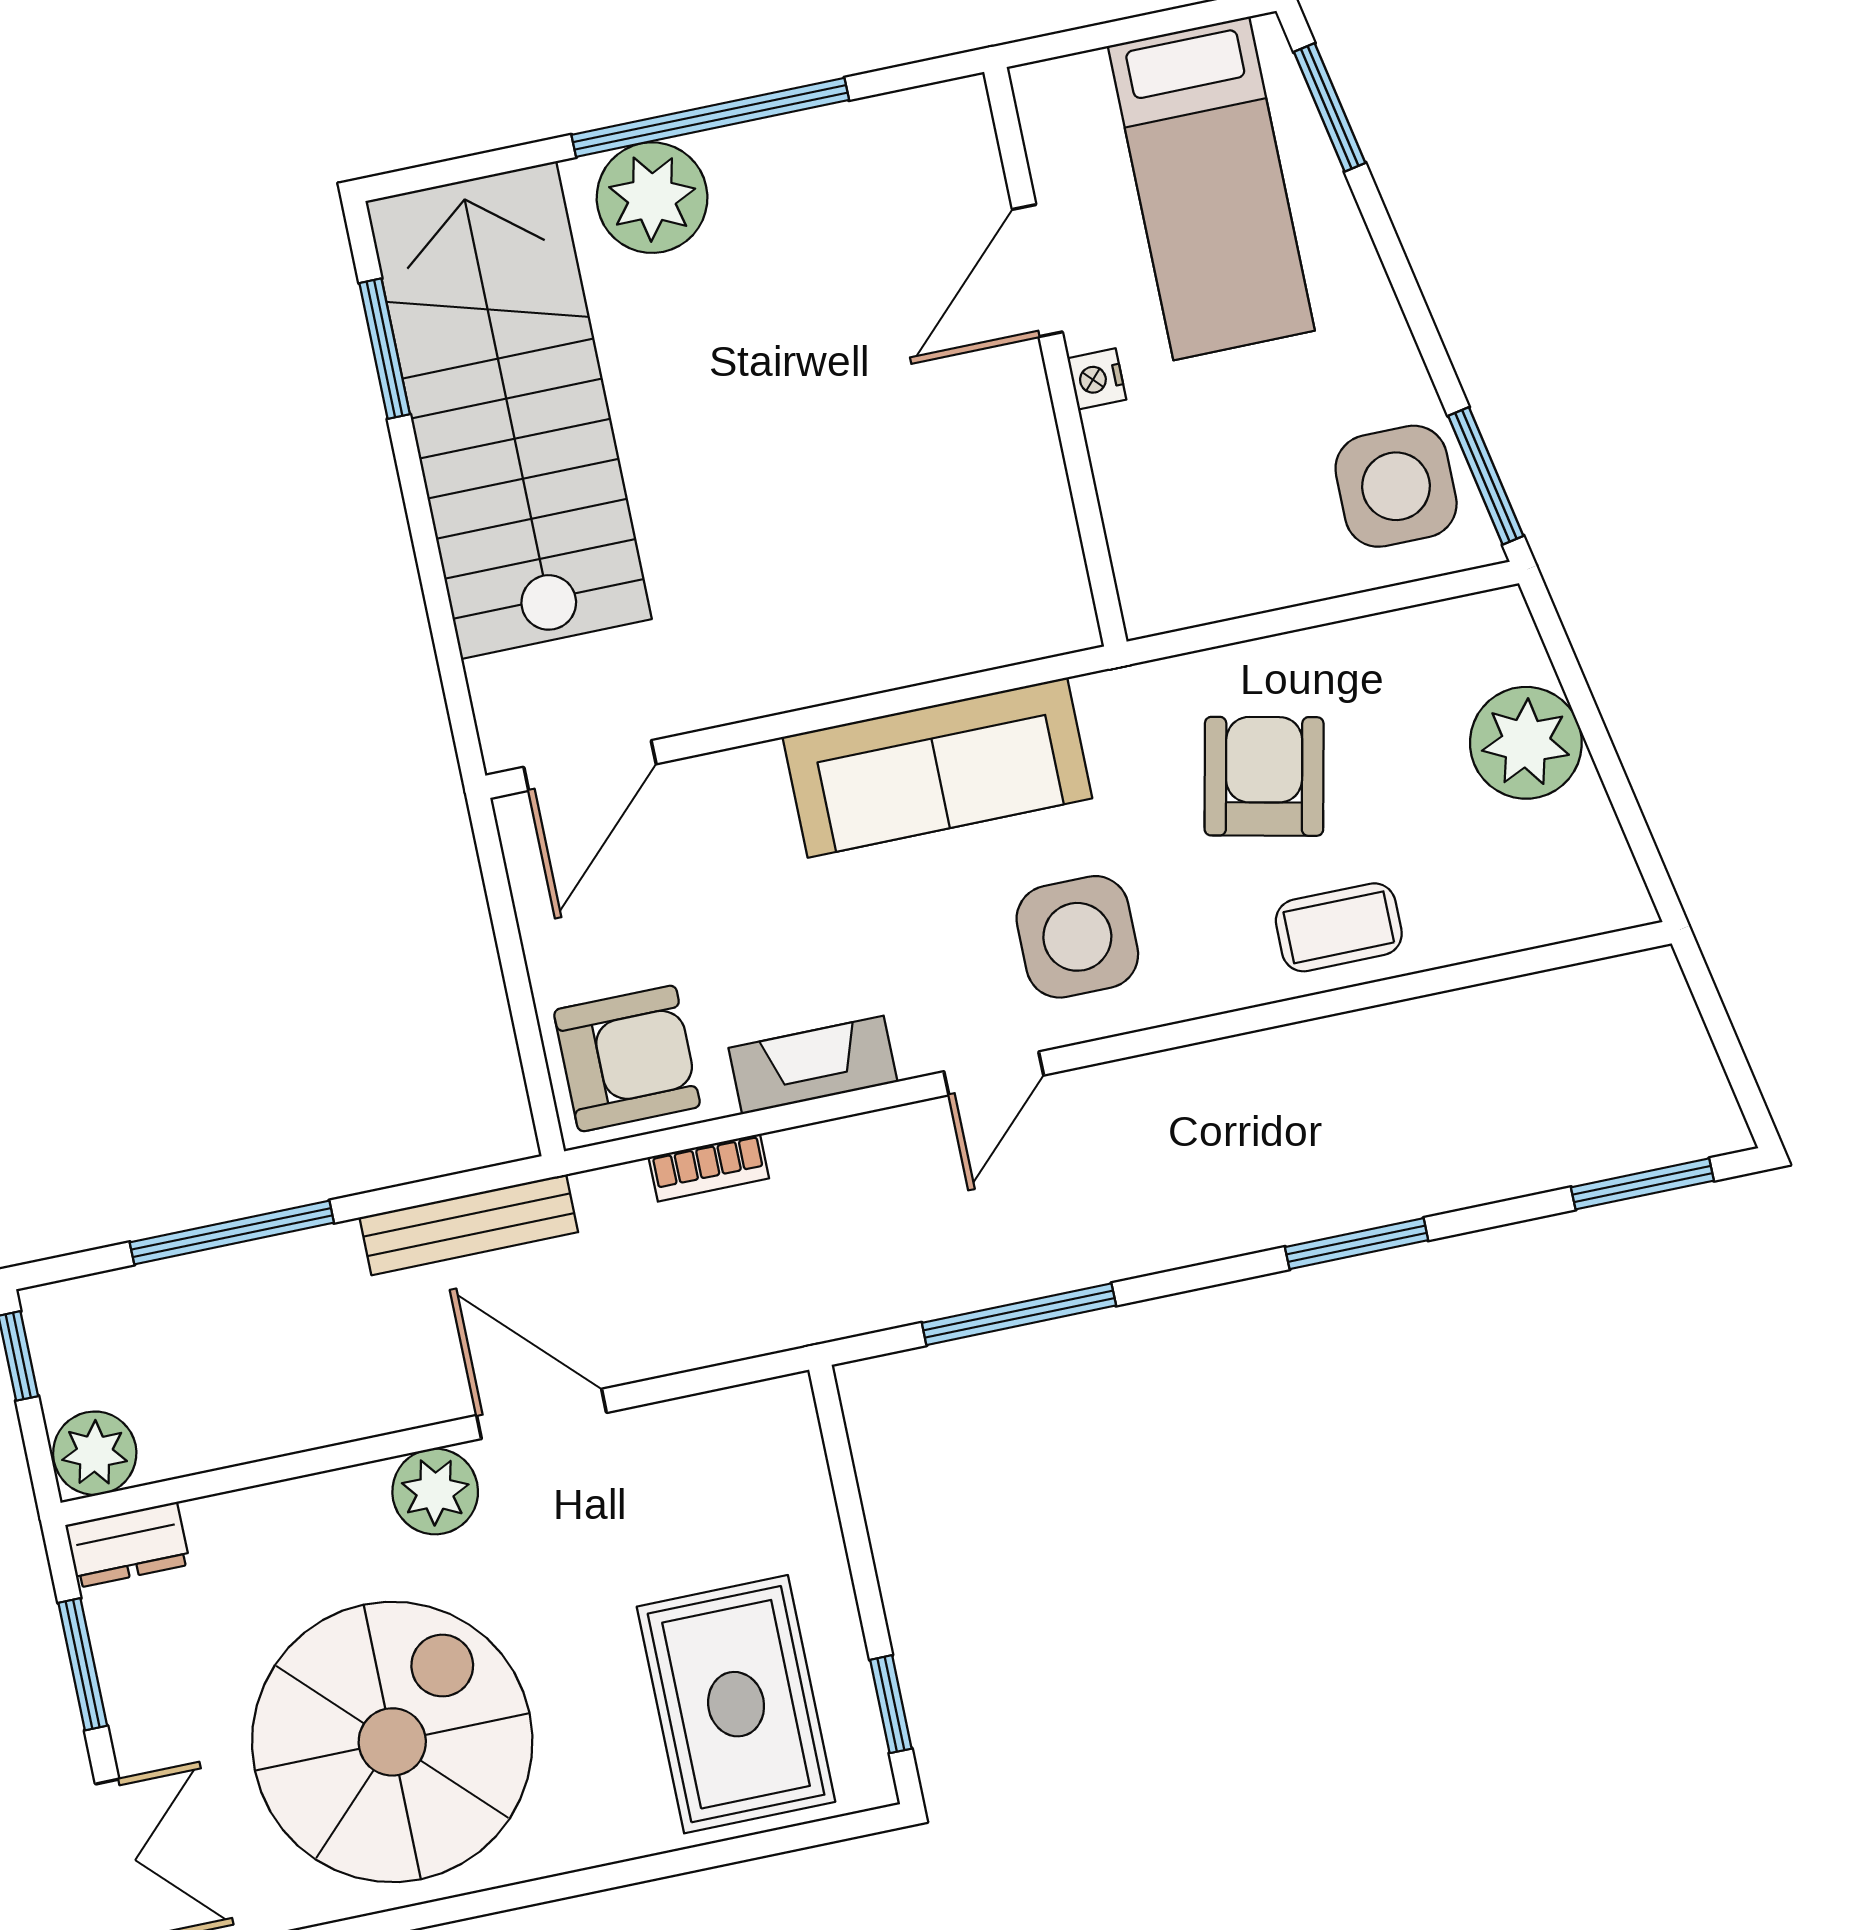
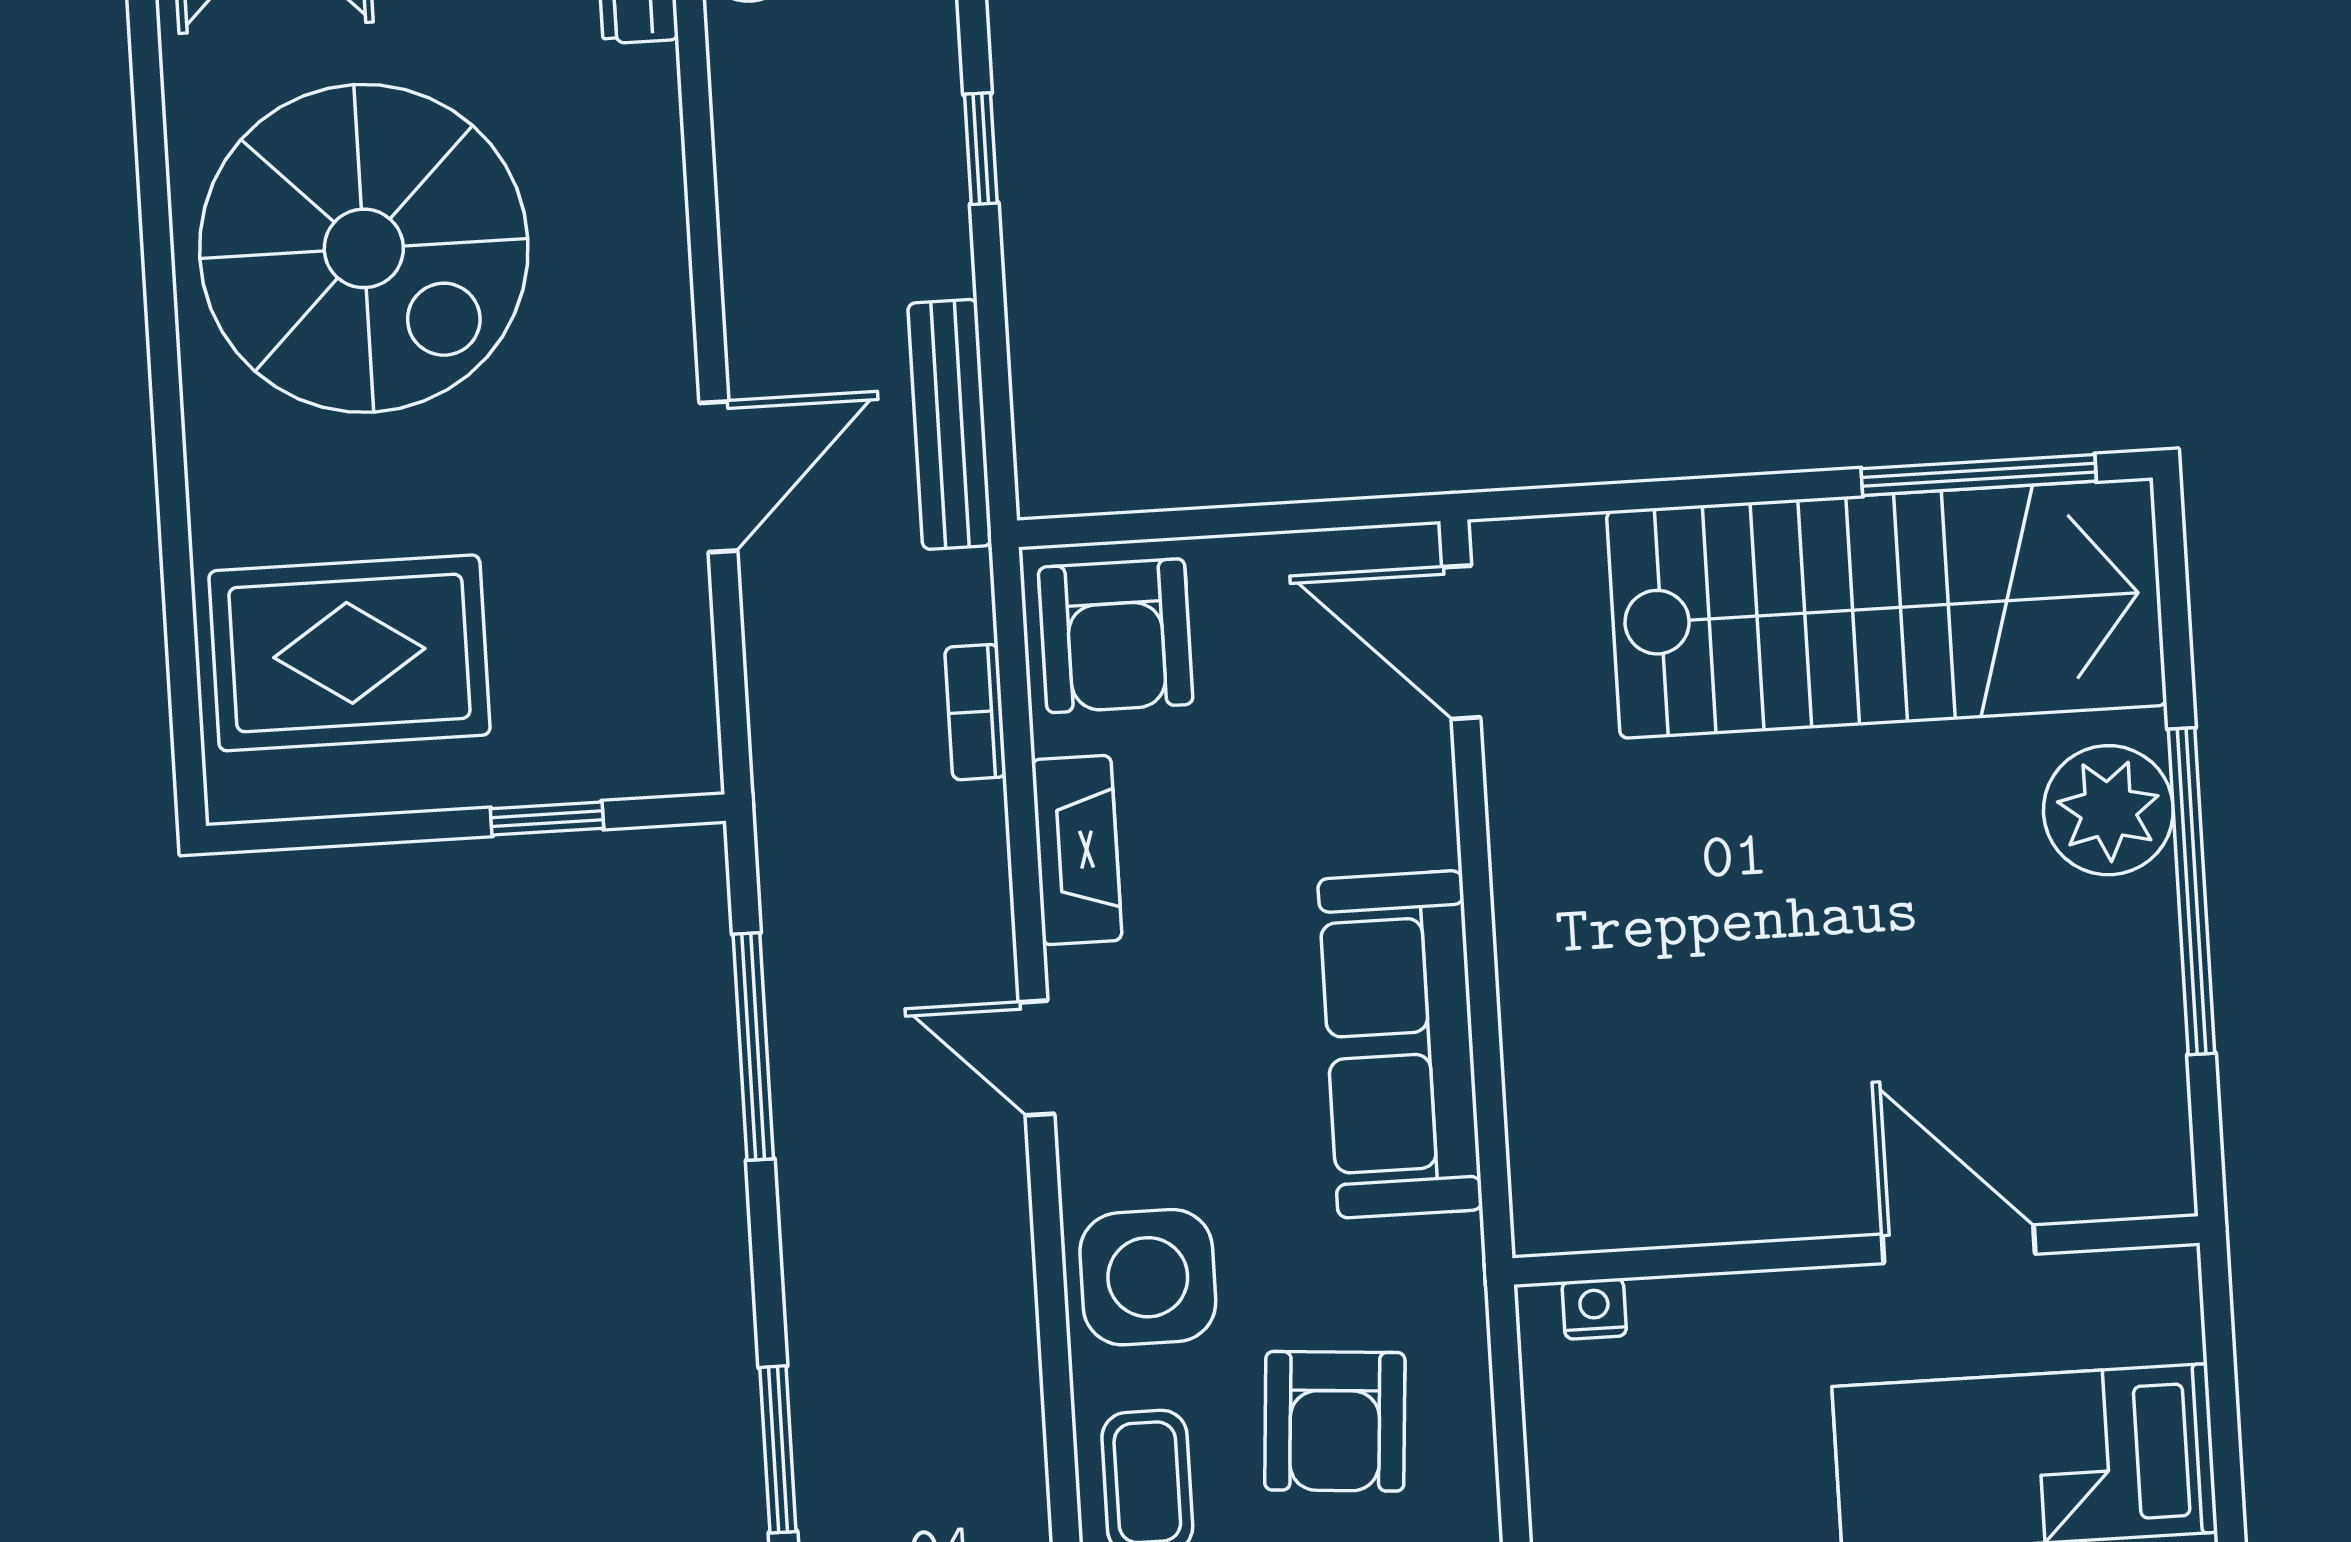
window: (385, 349) -> (1979, 475), width x1.44
nightstand: (1097, 379) -> (1594, 1309), moved
armchair: (1264, 776) -> (1335, 1421), turned 82
side table: (1077, 937) -> (1148, 1277), moved
window: (232, 1233) -> (981, 149), width x0.46
plant: (435, 1491) -> (647, 340), removed
window: (891, 1704) -> (547, 819), moved

